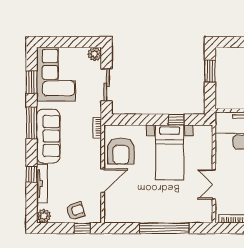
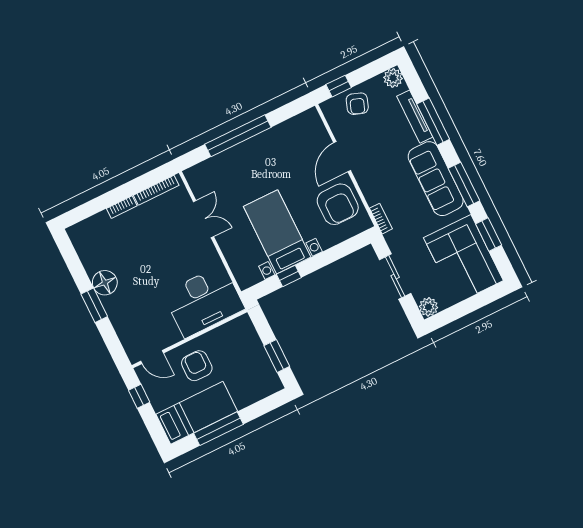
armchair: (121, 151) -> (338, 204), turned 180
window: (32, 174) -> (433, 122), width x2.17
armchair: (76, 211) -> (357, 104), turned -52

